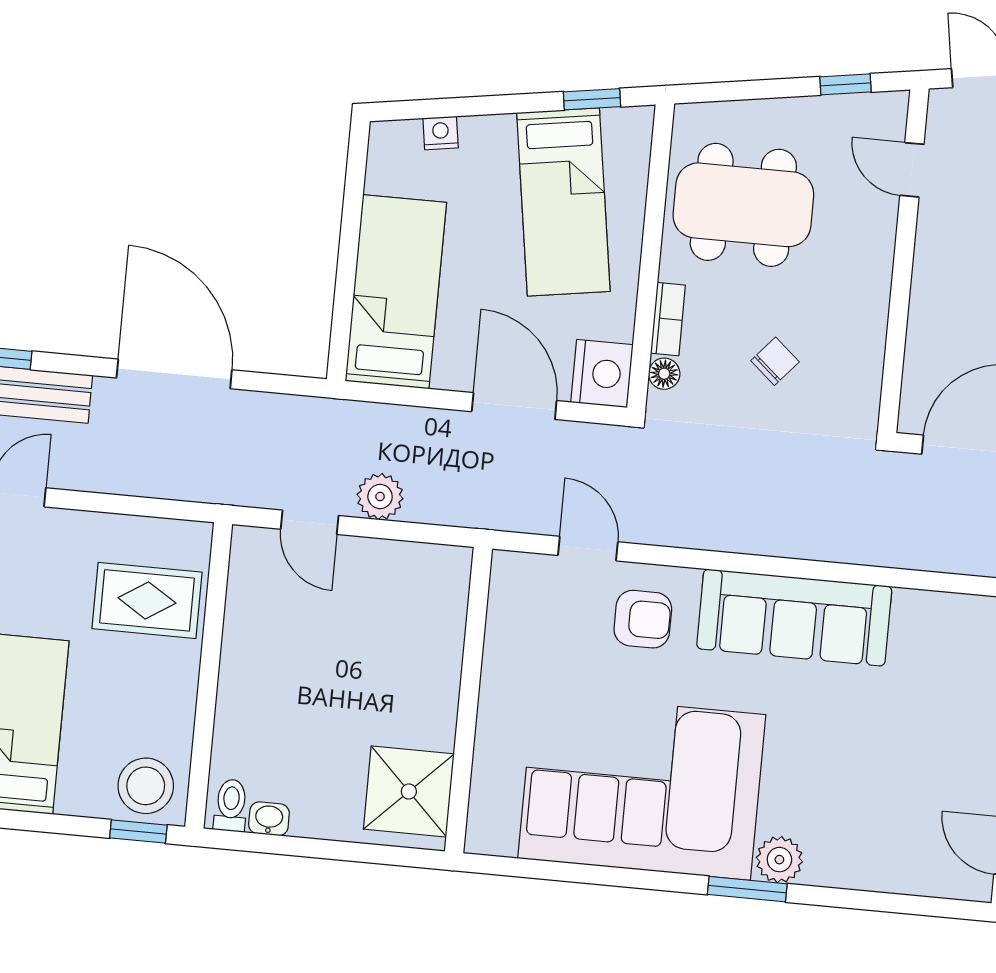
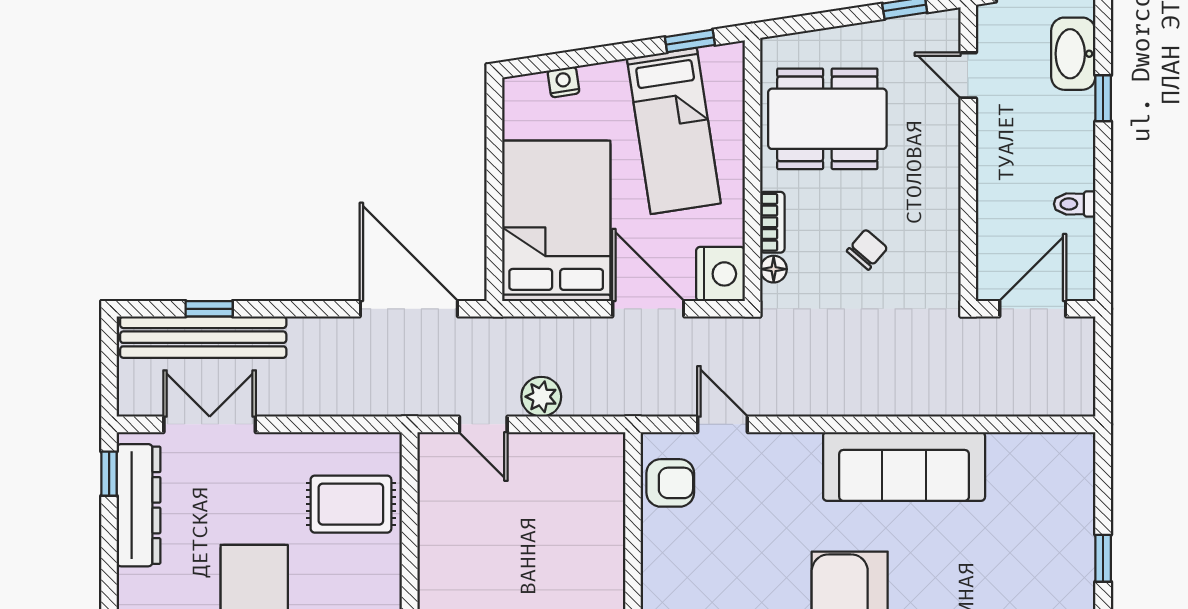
bed: (396, 292) -> (556, 221), width x1.50
door: (174, 374) -> (409, 309), moved
armchair: (643, 619) -> (670, 483), moved

